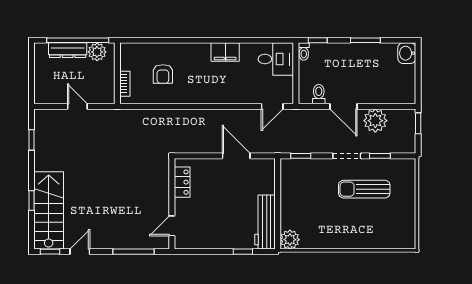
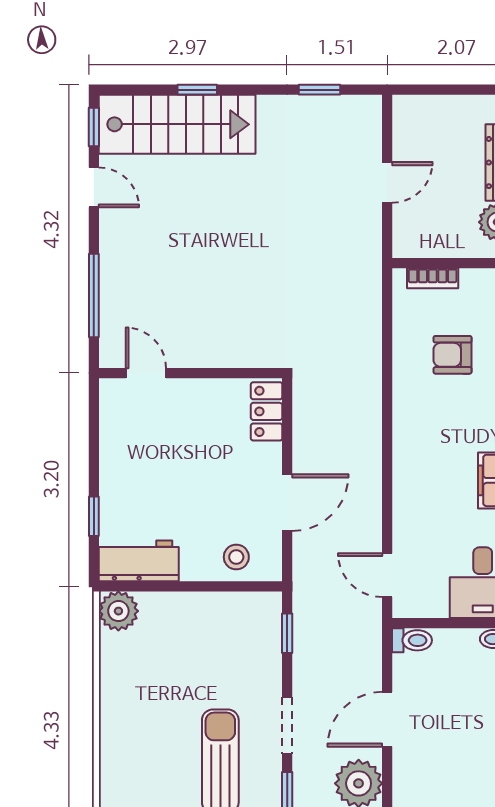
toilet: (319, 94) -> (412, 640), moved
stool: (263, 181) -> (236, 557), added
locker: (182, 182) -> (267, 411), moved, turned 90
workbench: (265, 222) -> (139, 561), width x0.73

